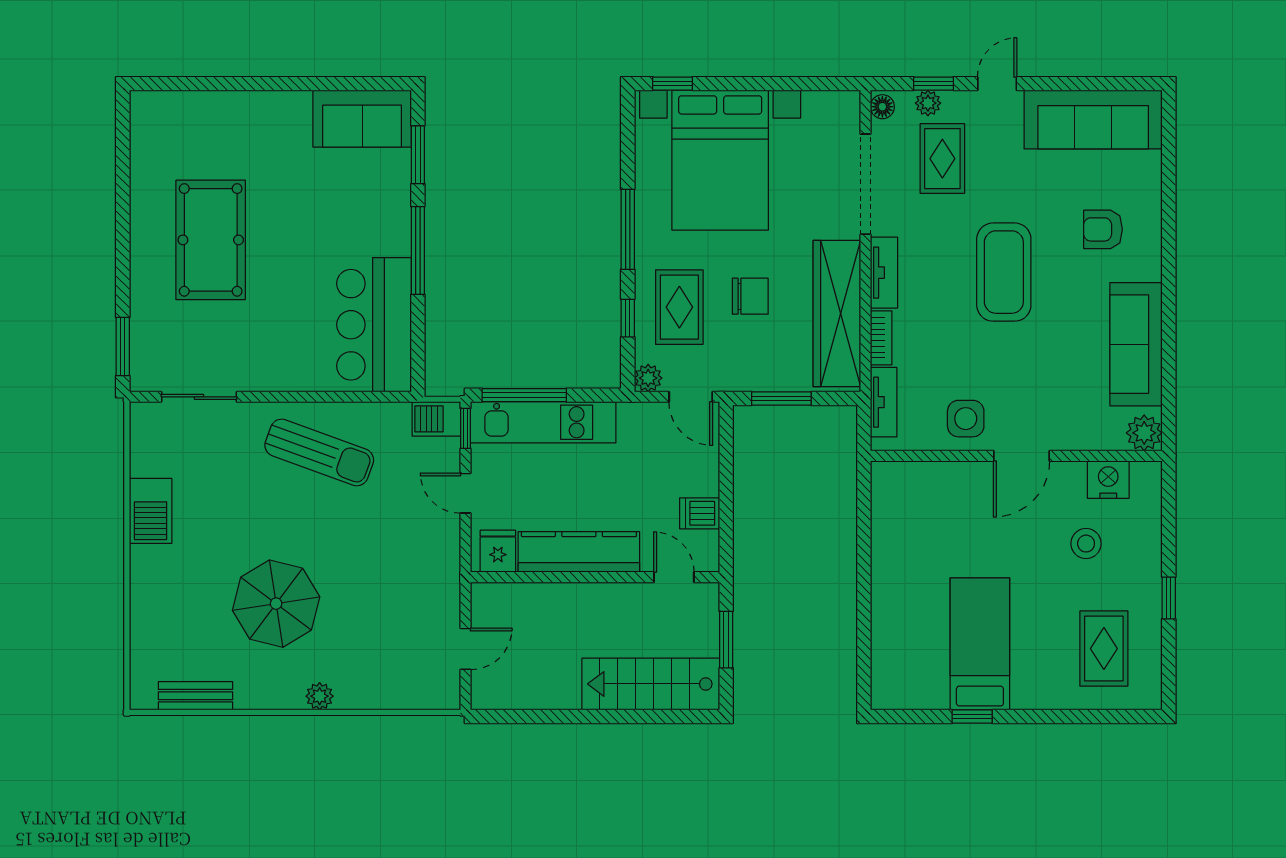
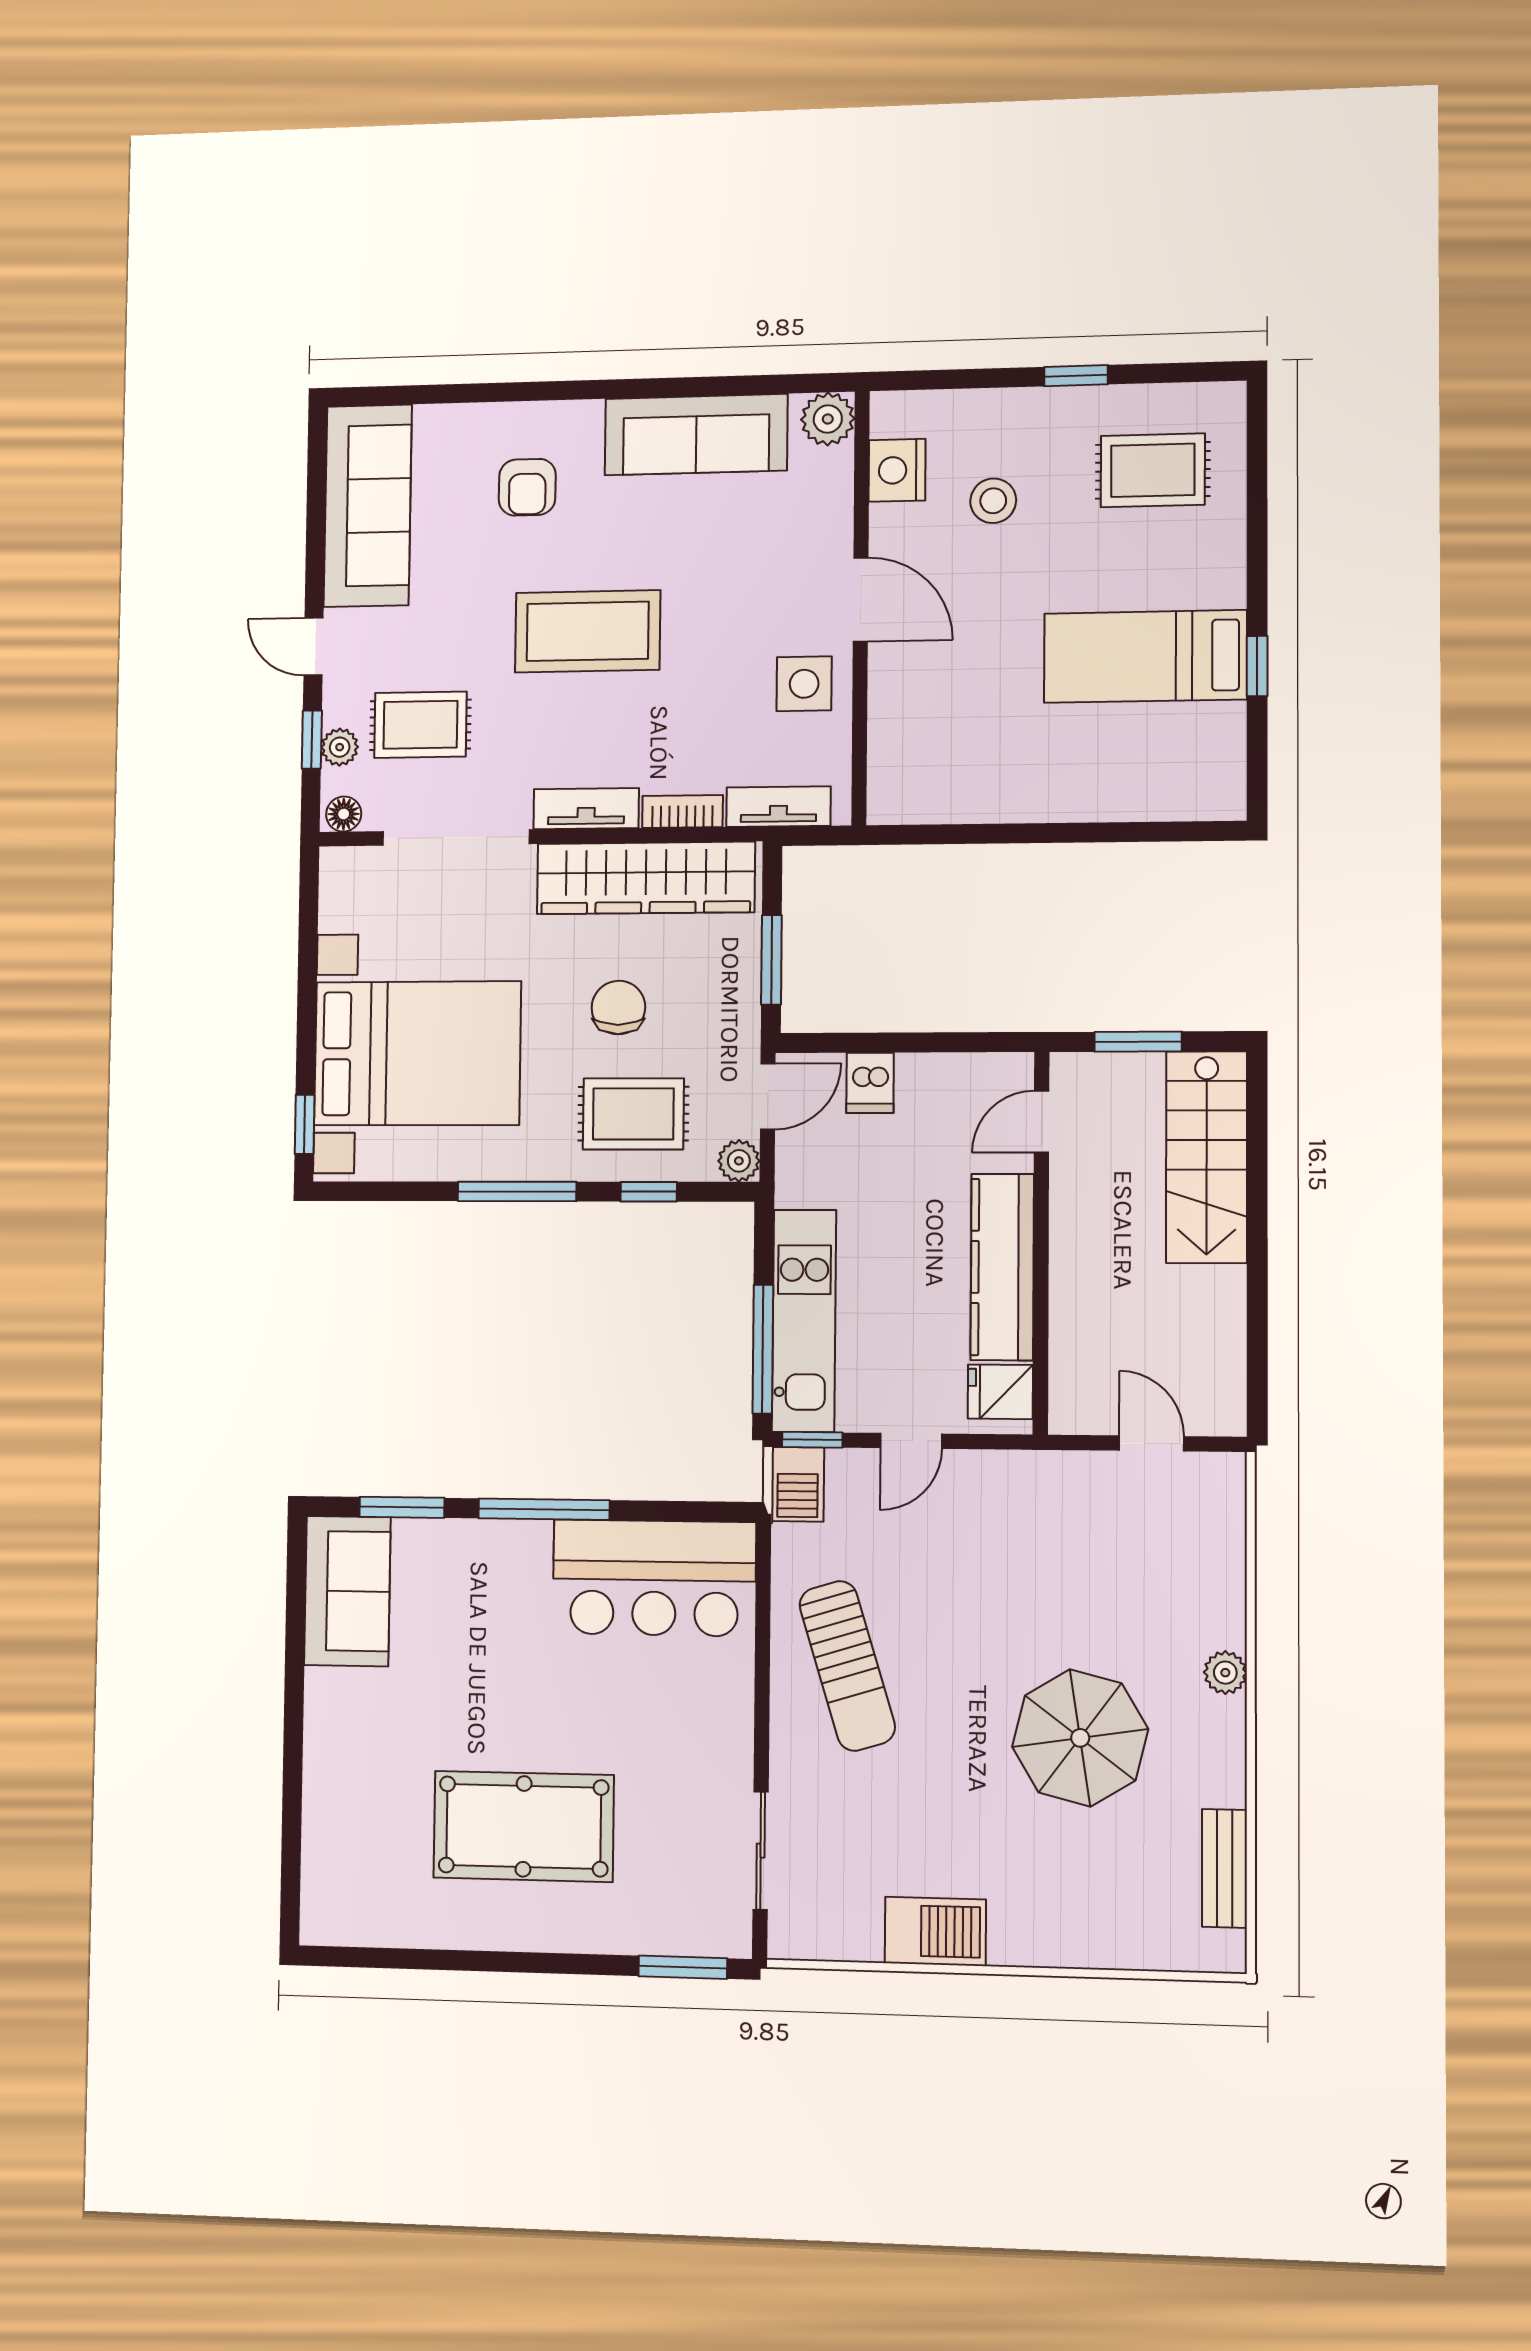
sun lounger: (319, 452) -> (847, 1666), turned 143
dishwasher: (700, 513) -> (870, 1083), moved

